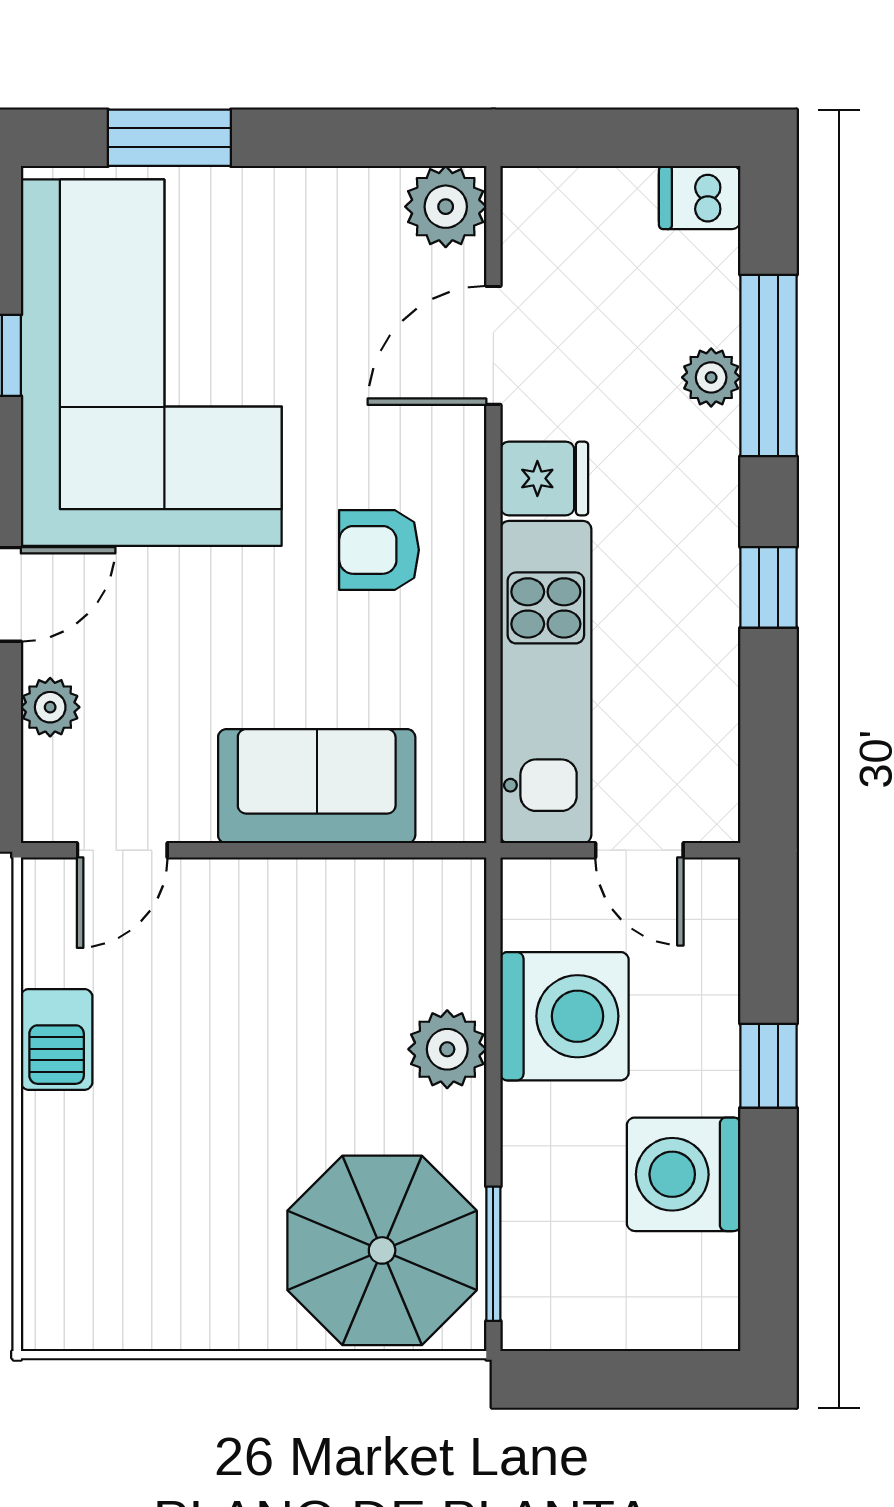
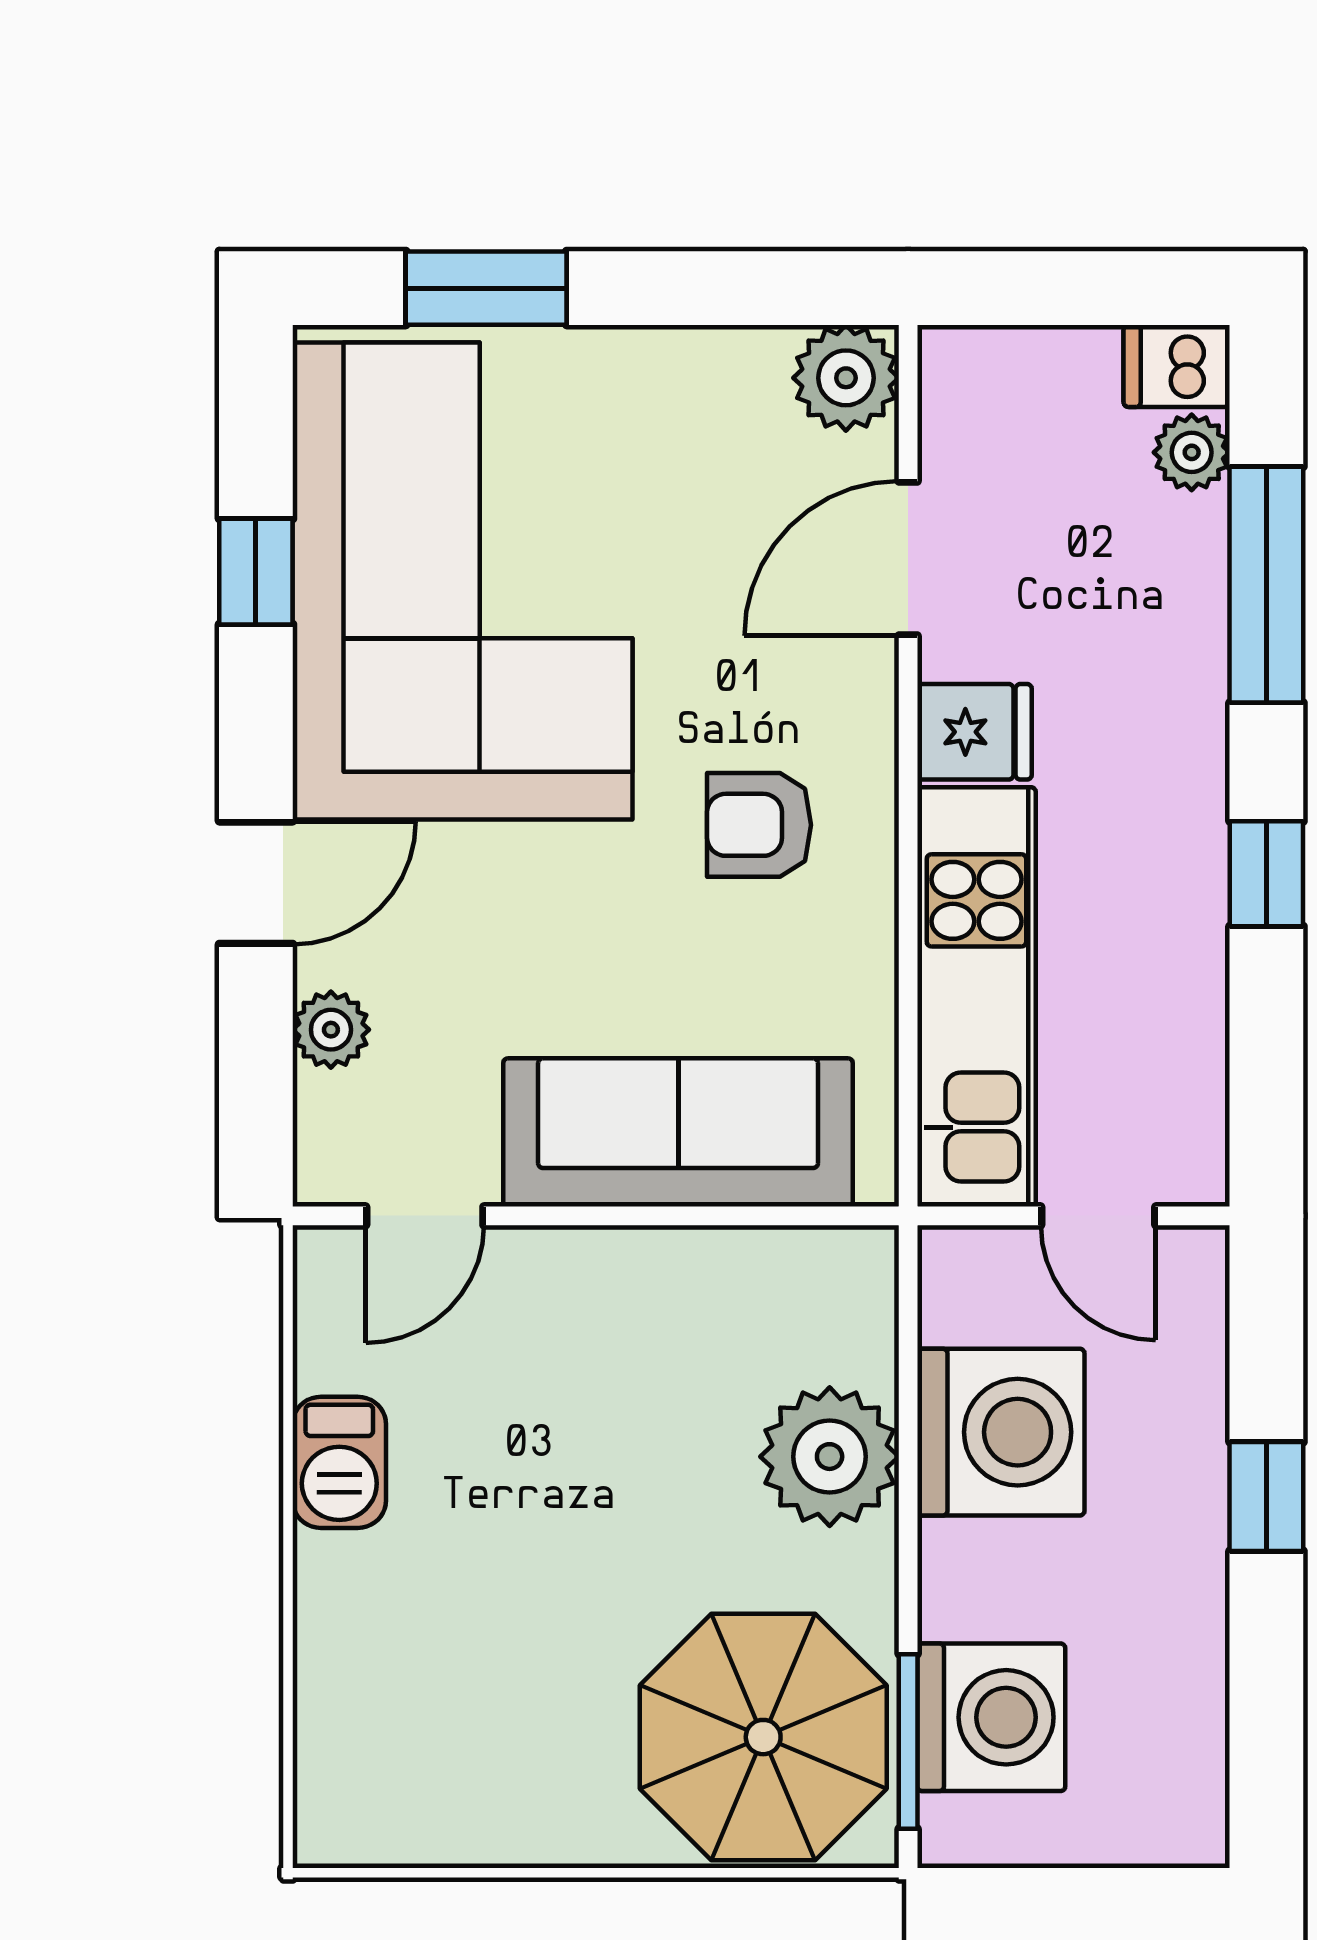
plant: (711, 377) -> (1192, 452), moved
sofa: (317, 786) -> (678, 1132), width x1.36
plant: (447, 1049) -> (830, 1457), width x1.36, depth x1.36
washing machine: (684, 1174) -> (991, 1717), moved, turned 180

